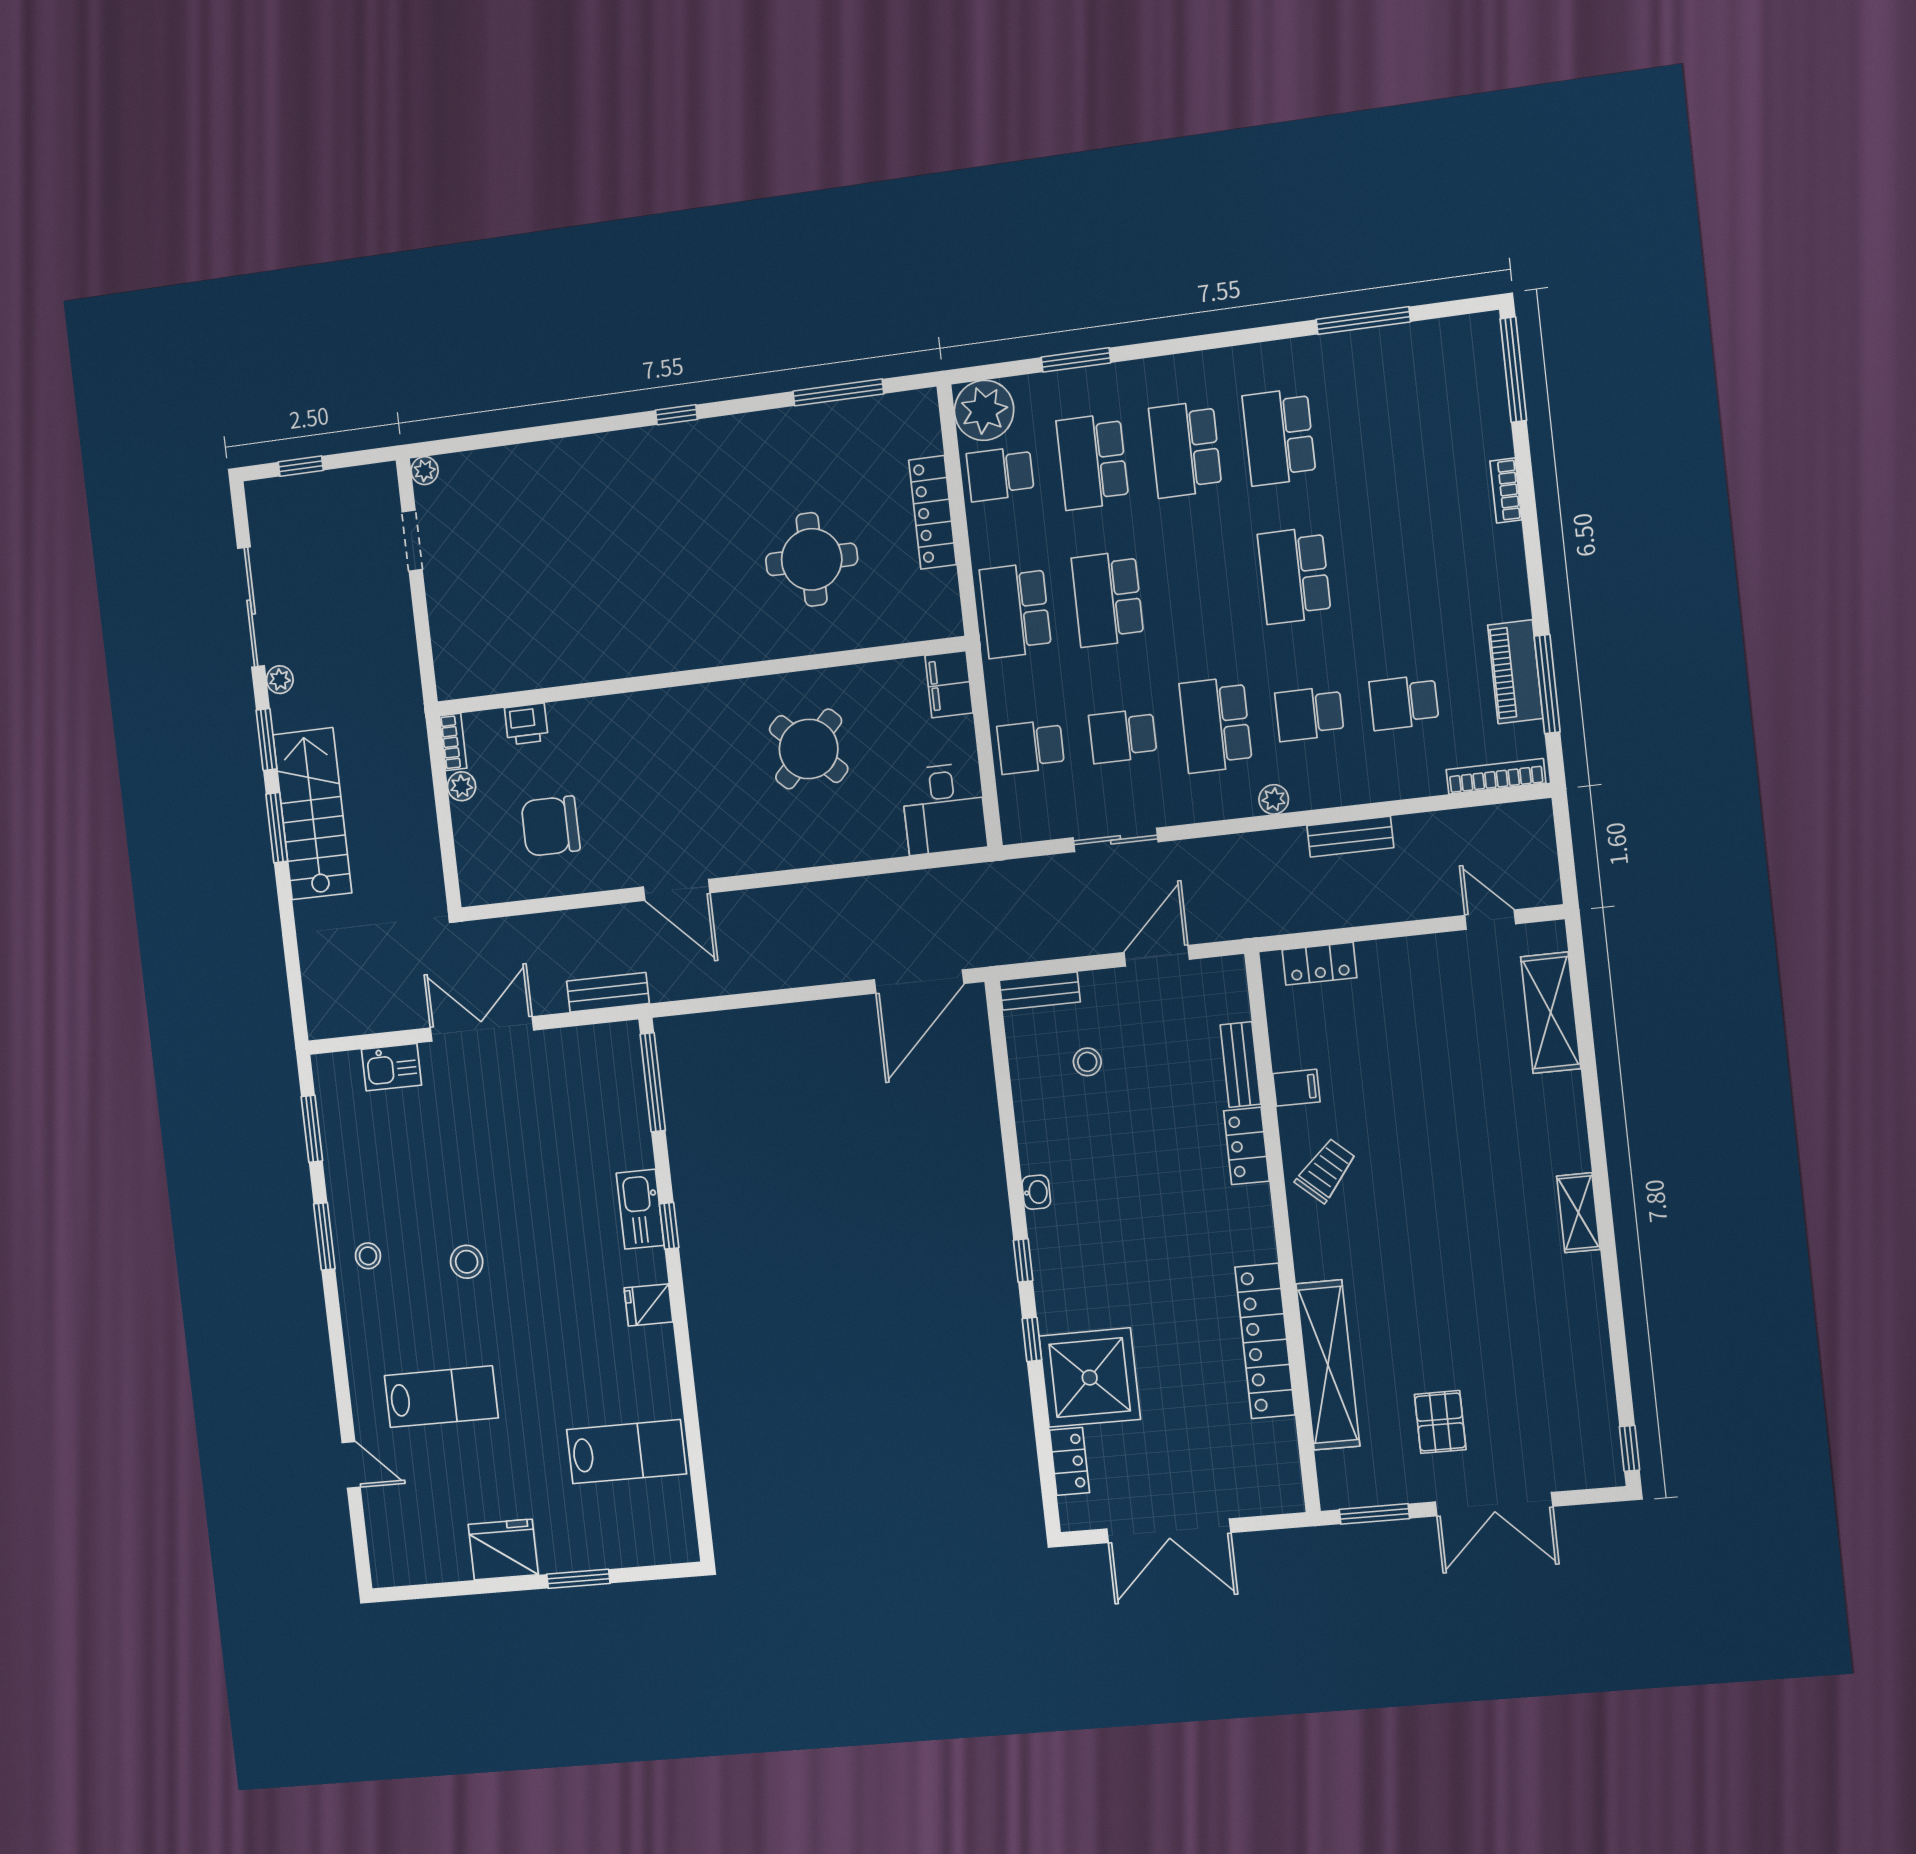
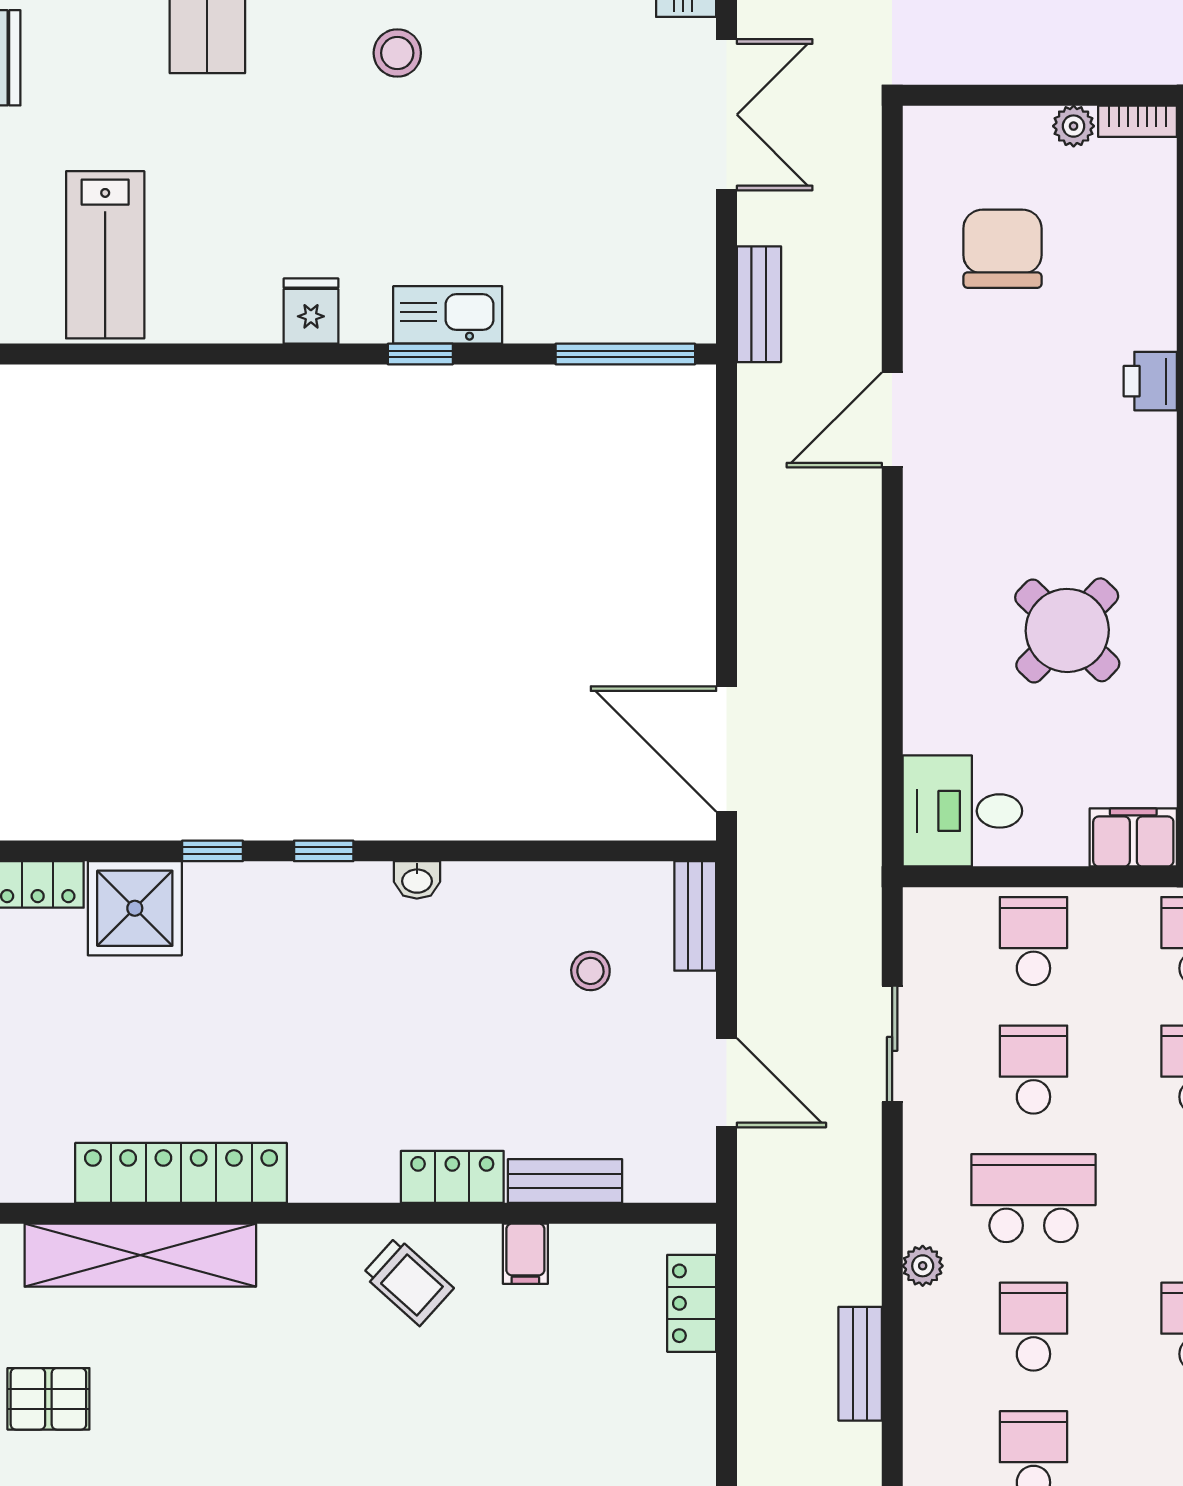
printer: (526, 724) -> (1150, 381), moved
shower: (1090, 1378) -> (135, 908), width x0.73, depth x0.73

